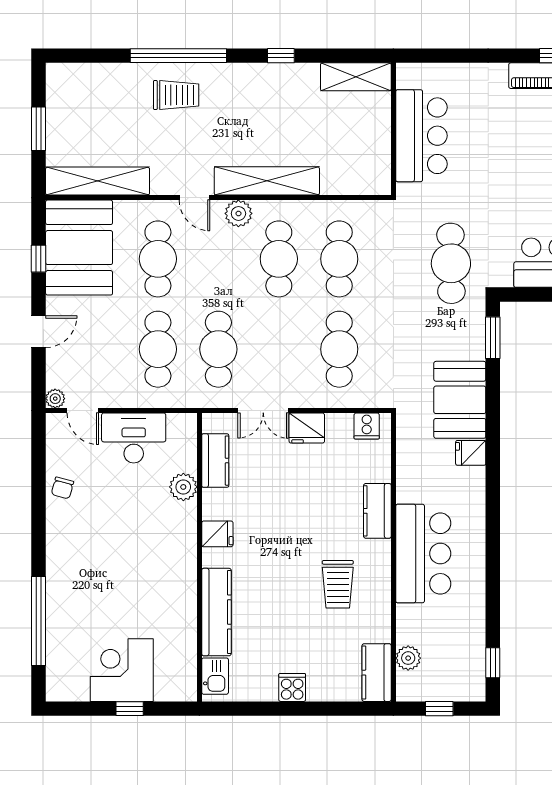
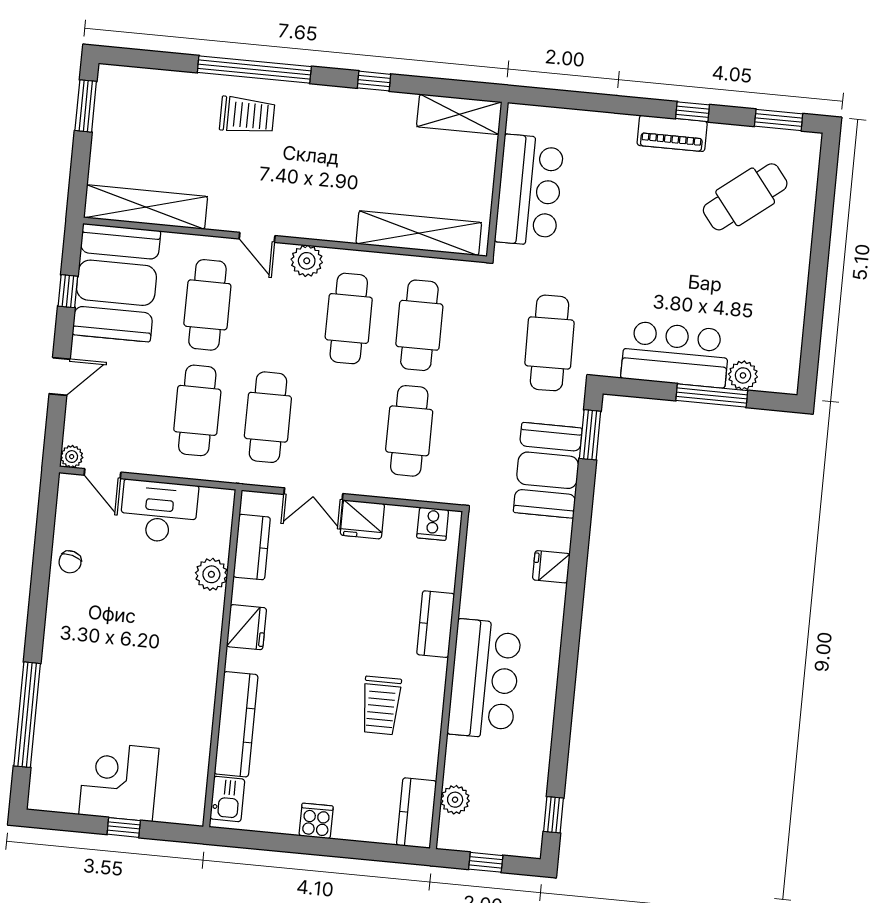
window: (39, 129) -> (86, 106), moved
shelving: (267, 181) -> (419, 233), moved
booth: (460, 400) -> (548, 470), moved
fridge: (217, 534) -> (246, 627), width x1.38

